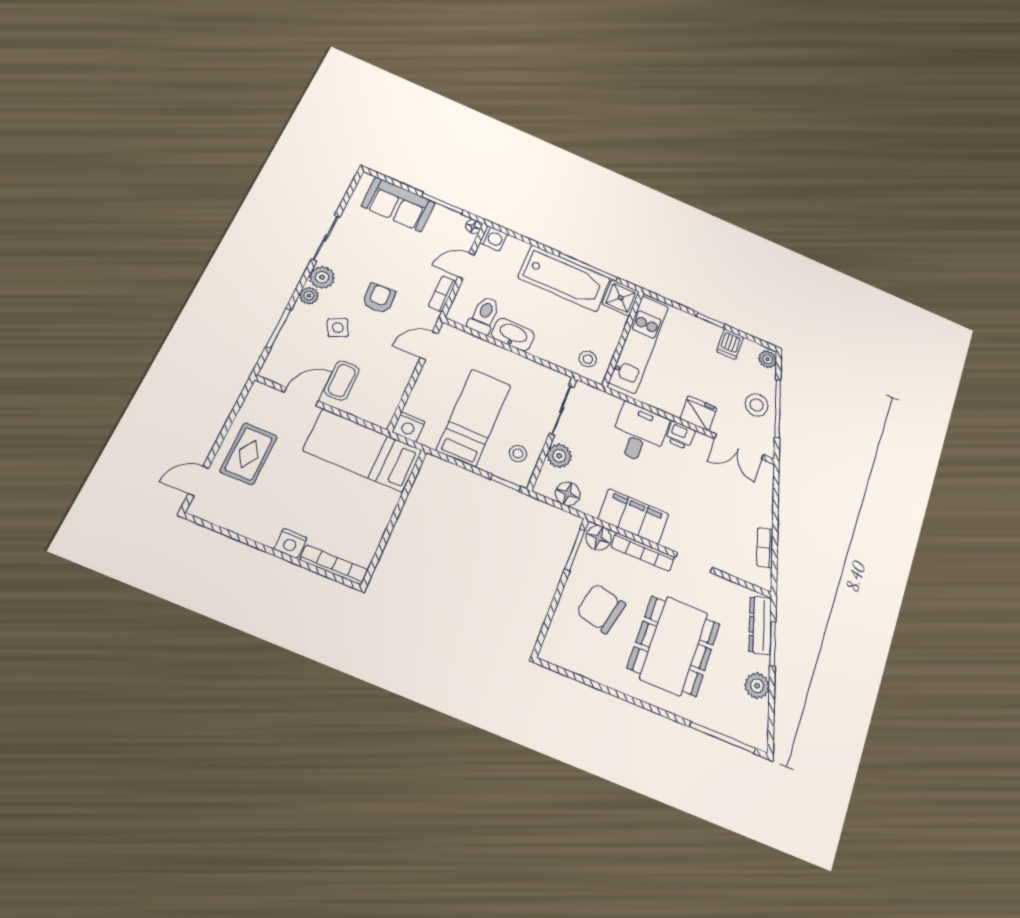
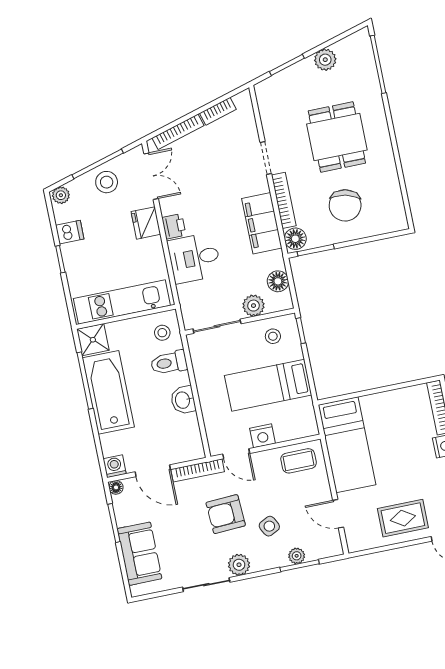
door: (466, 266) -> (153, 471), width x1.37
bookcase: (442, 294) -> (198, 470), width x1.56
plant: (309, 296) -> (297, 556), moved
armchair: (379, 298) -> (226, 514), width x1.38, depth x1.38
toilet: (484, 315) -> (169, 363), moved
washbasin: (513, 335) -> (183, 400), width x0.72
coffee table: (342, 381) -> (299, 461), moved
nightstand: (409, 427) -> (263, 436), moved, turned 90
bookcase: (766, 498) -> (178, 132), added
dresser: (760, 625) -> (279, 82), removed
dining table: (674, 646) -> (337, 137), width x0.73

